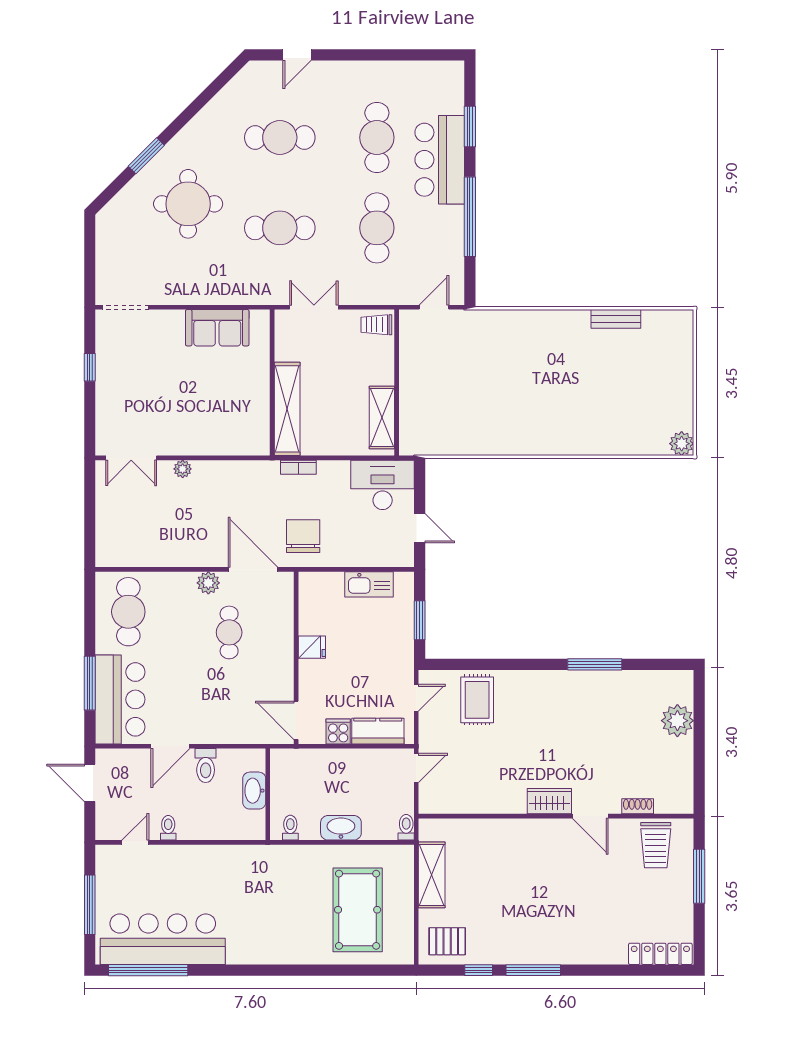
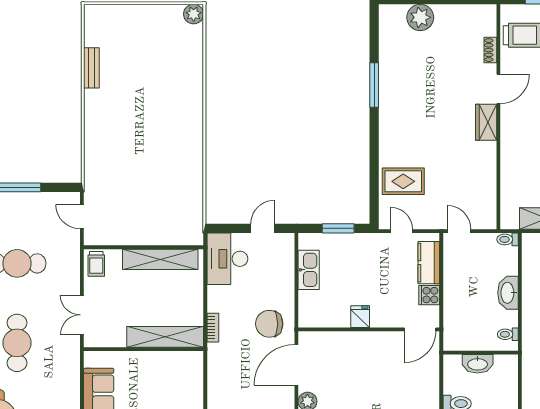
shelving: (382, 418) -> (160, 259), width x1.47
cafe table: (229, 632) -> (348, 384), removed

